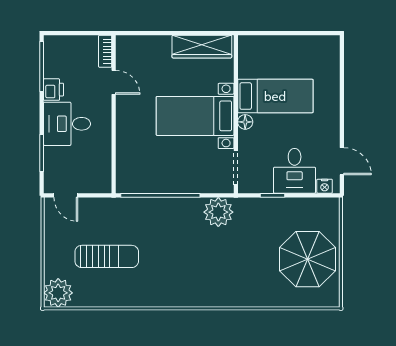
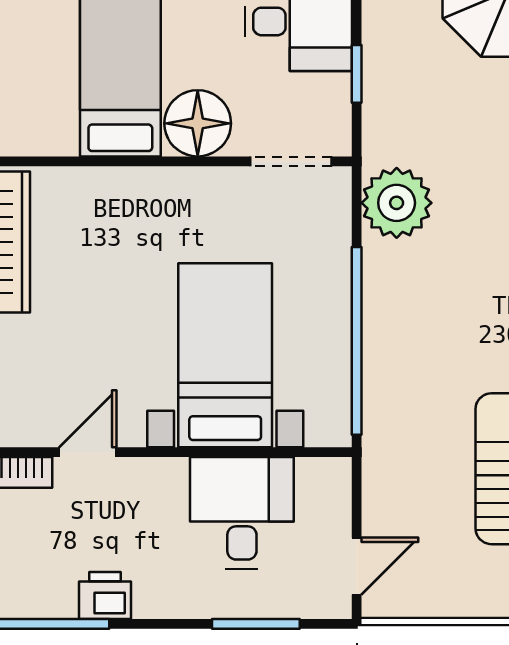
bed with nightstands: (195, 116) -> (225, 355), moved, turned 180
floor lamp: (245, 122) -> (198, 123), width x1.89, depth x1.89
desk: (67, 124) -> (242, 513), moved, turned 180

